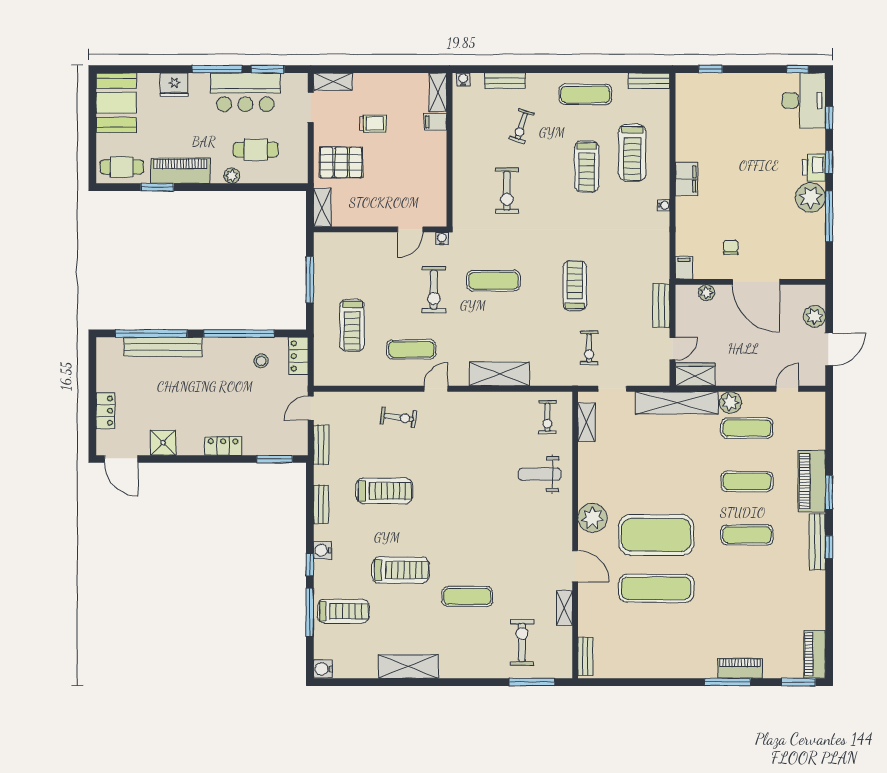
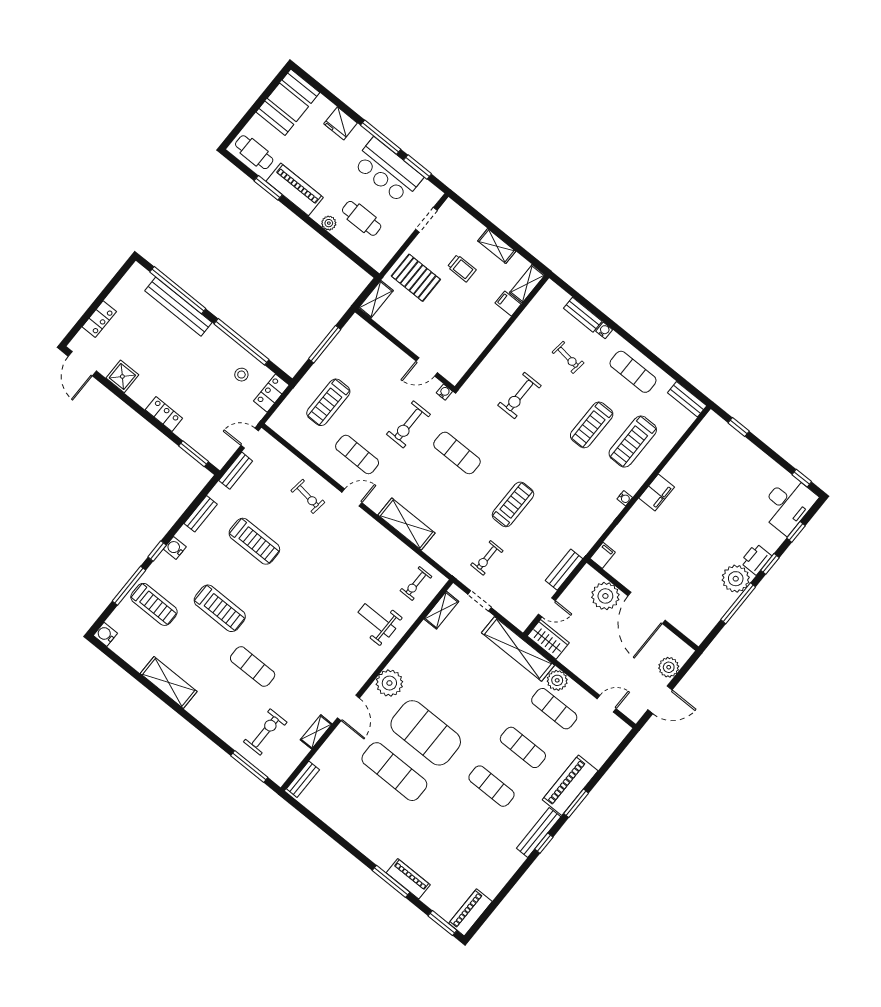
water cooler: (463, 79) -> (604, 330), moved
shelving: (333, 82) -> (497, 246), moved
exercise bike: (522, 126) -> (568, 357), turned -101
chair: (731, 247) -> (649, 568), removed
plant: (707, 293) -> (605, 596), width x1.88, depth x1.88

